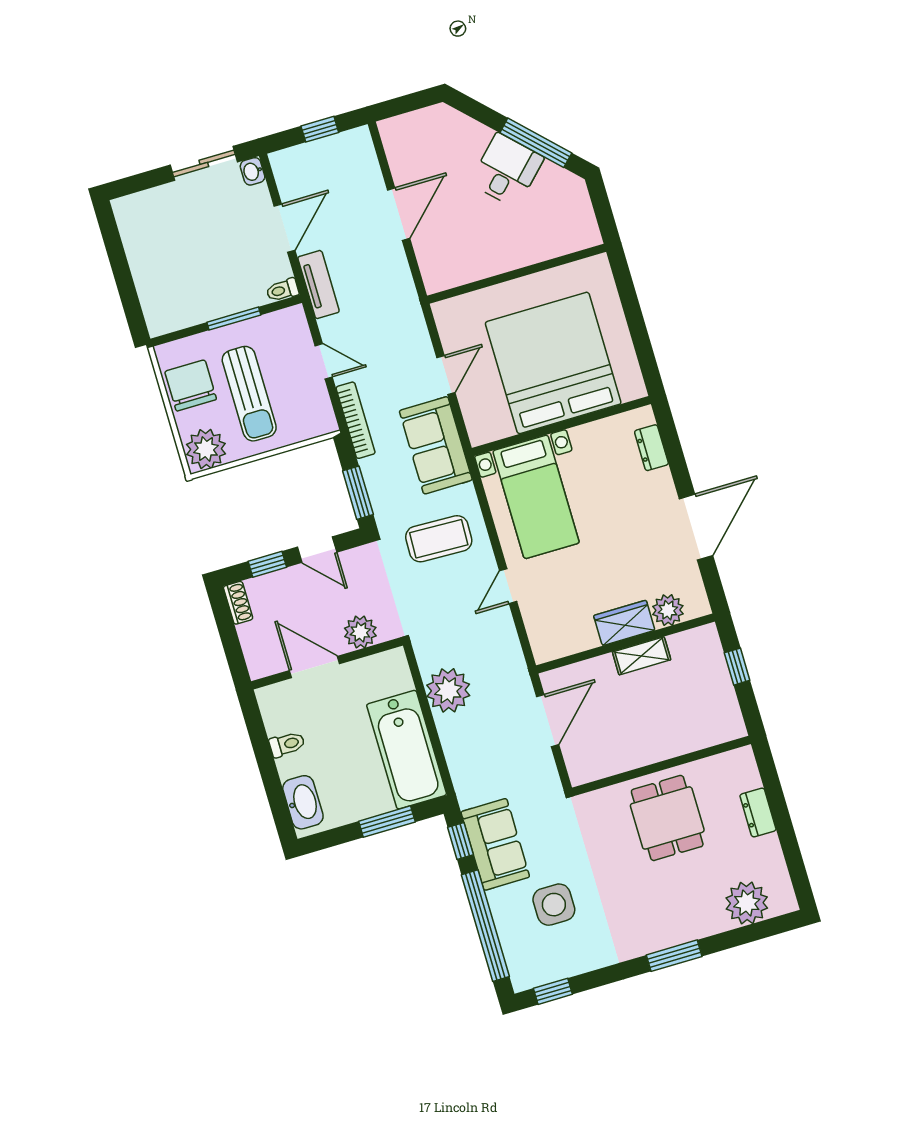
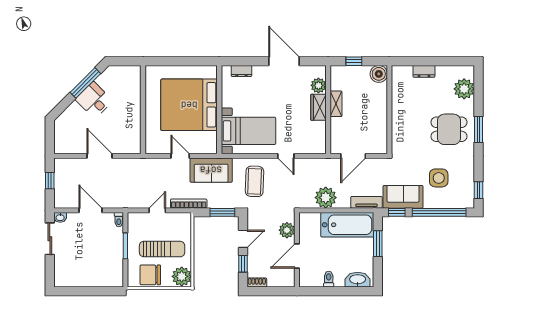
tv unit: (319, 285) -> (366, 202), moved
door: (548, 721) -> (353, 156), swing flipped
boiler: (726, 724) -> (379, 74), added
dining table: (667, 818) -> (449, 129), moved

